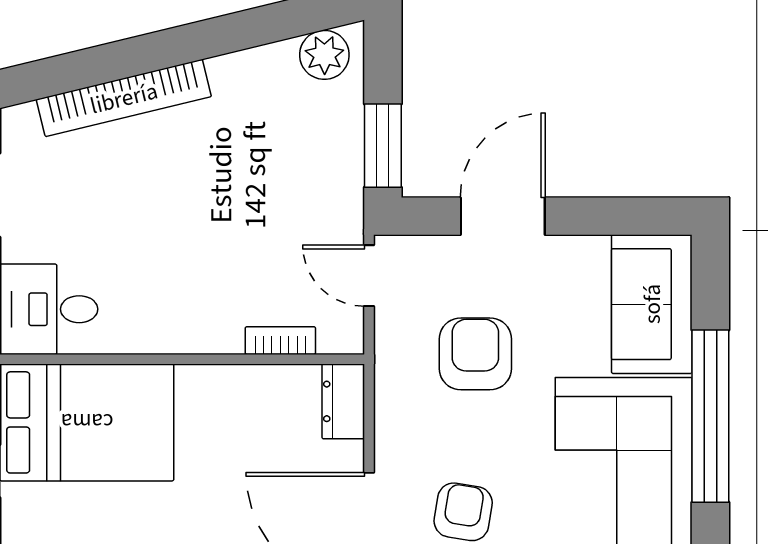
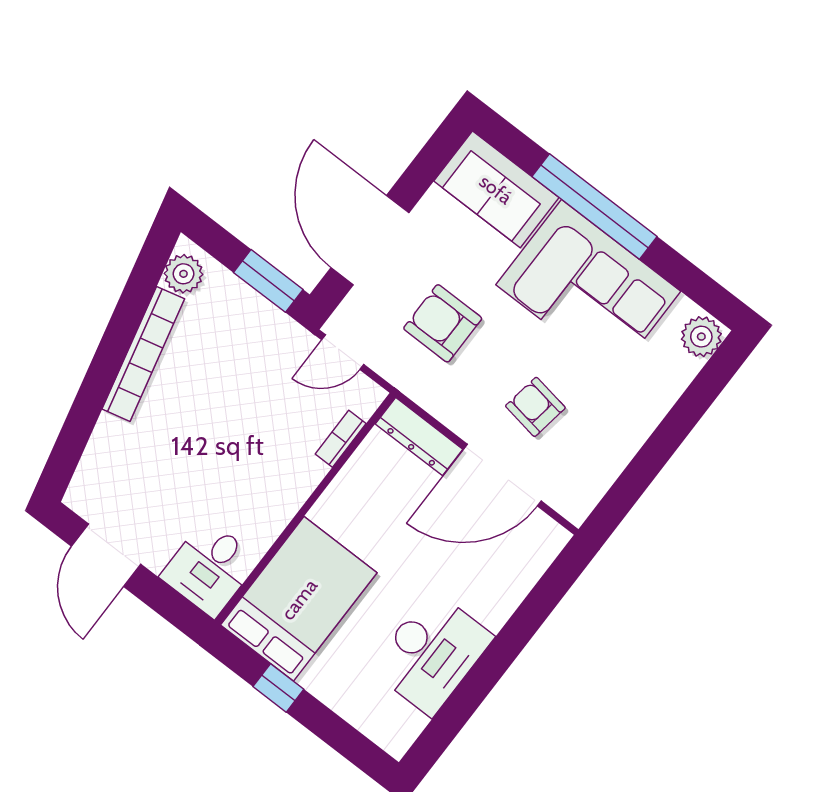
bookcase: (124, 98) -> (143, 354), moved
door: (503, 216) -> (370, 240), width x1.36
dresser: (343, 401) -> (419, 437), width x1.44

